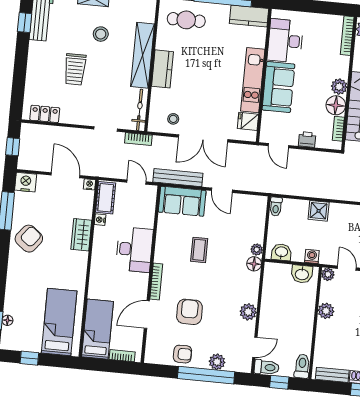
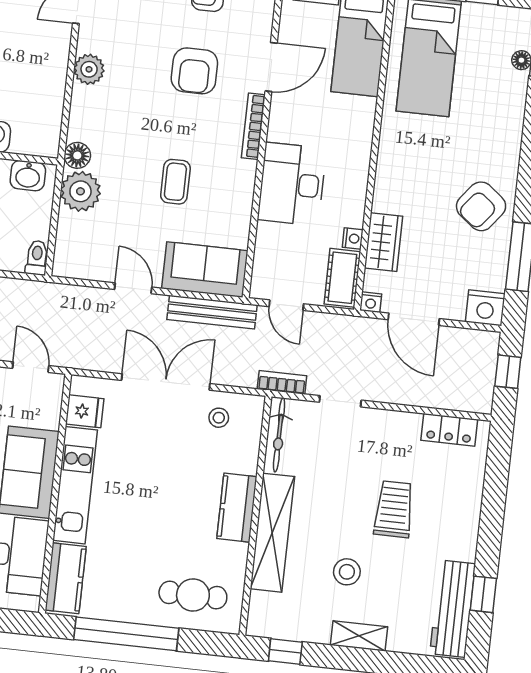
kitchen counter: (249, 16) -> (66, 578), moved, turned 90
wardrobe: (81, 235) -> (384, 242), moved
plant: (257, 250) -> (80, 191), width x1.88, depth x1.88

